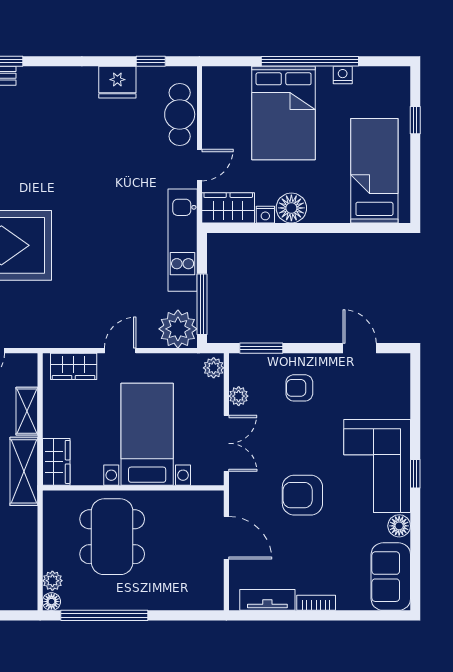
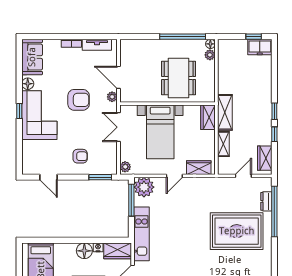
plant: (239, 396) -> (112, 97), moved

